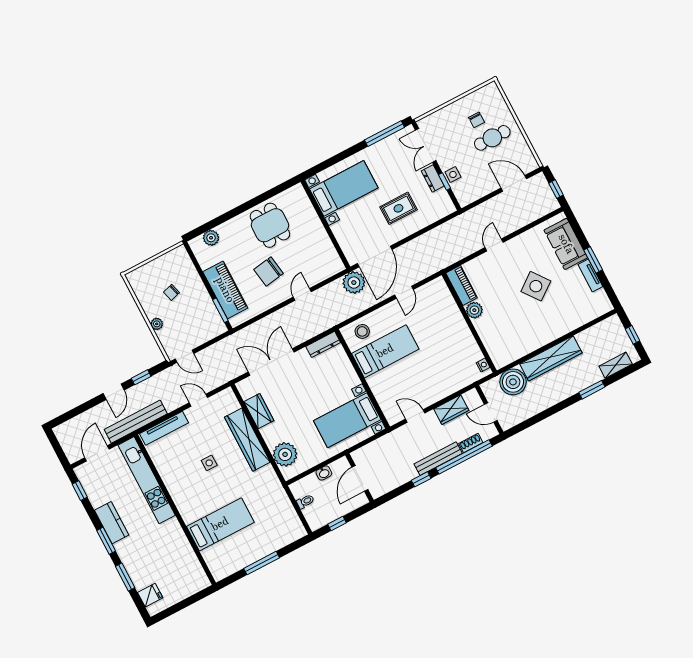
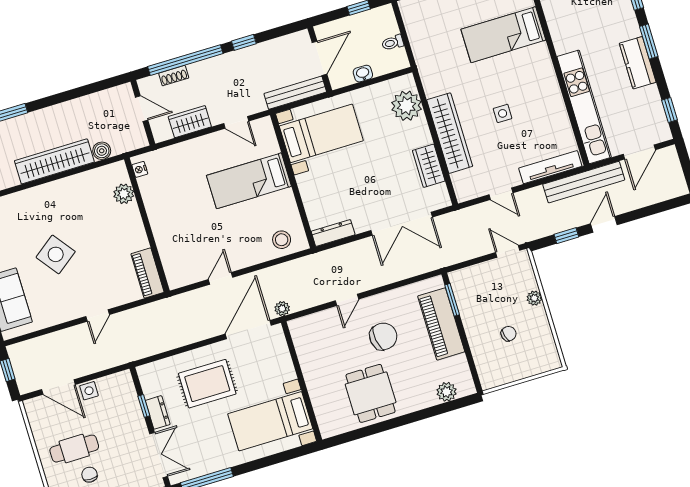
side table: (453, 174) -> (89, 391), moved
rug: (398, 208) -> (207, 384), width x1.36, depth x1.43
plant: (354, 283) -> (282, 309), width x0.53, depth x0.53
plant: (474, 310) -> (124, 194), moved
bed: (385, 351) -> (249, 181), moved
boiler: (513, 382) -> (102, 151), width x0.54, depth x0.54
bench: (438, 459) -> (295, 93), moved

